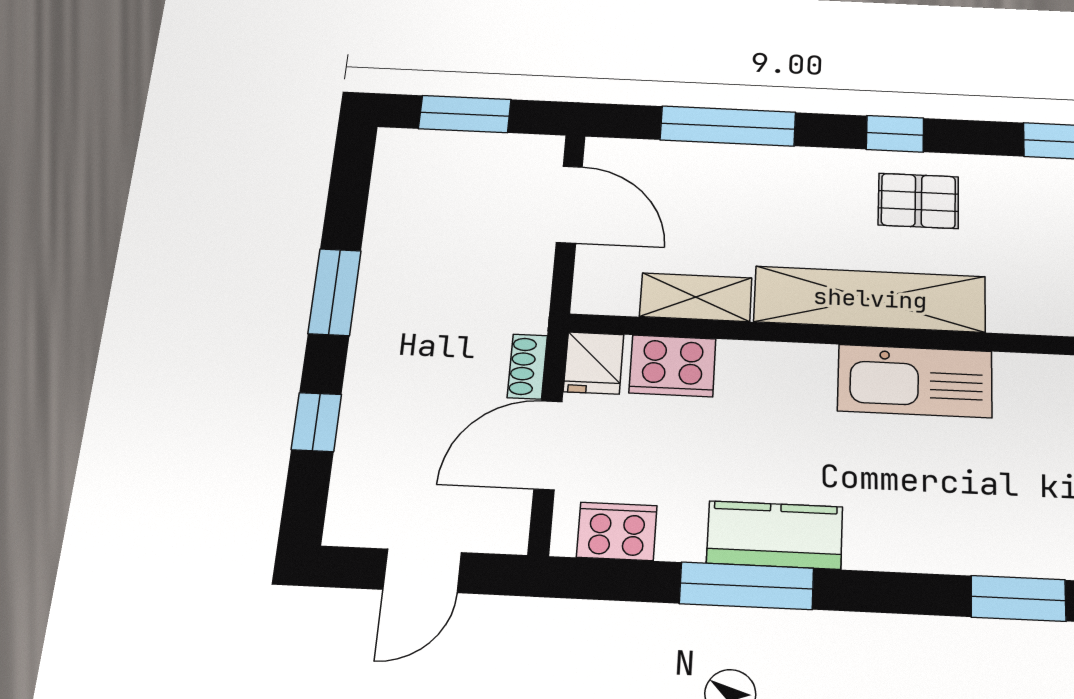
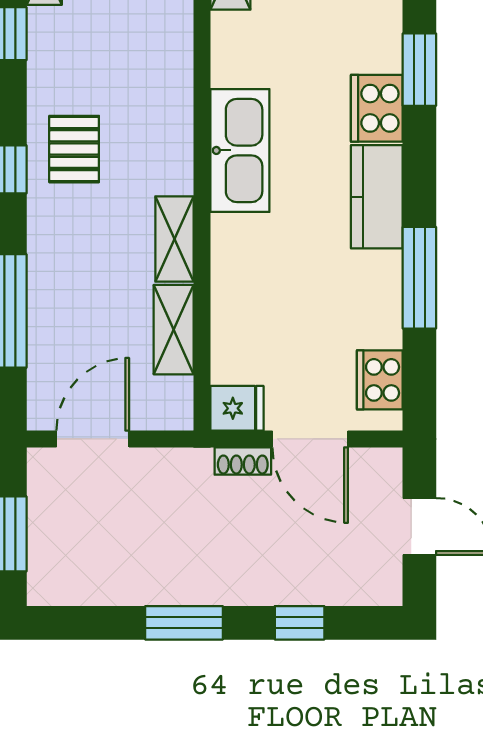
shelving: (870, 299) -> (175, 239), width x0.45, depth x0.75
cooker: (673, 366) -> (377, 108), moved, turned 180
kitchen counter: (775, 535) -> (377, 197), moved

